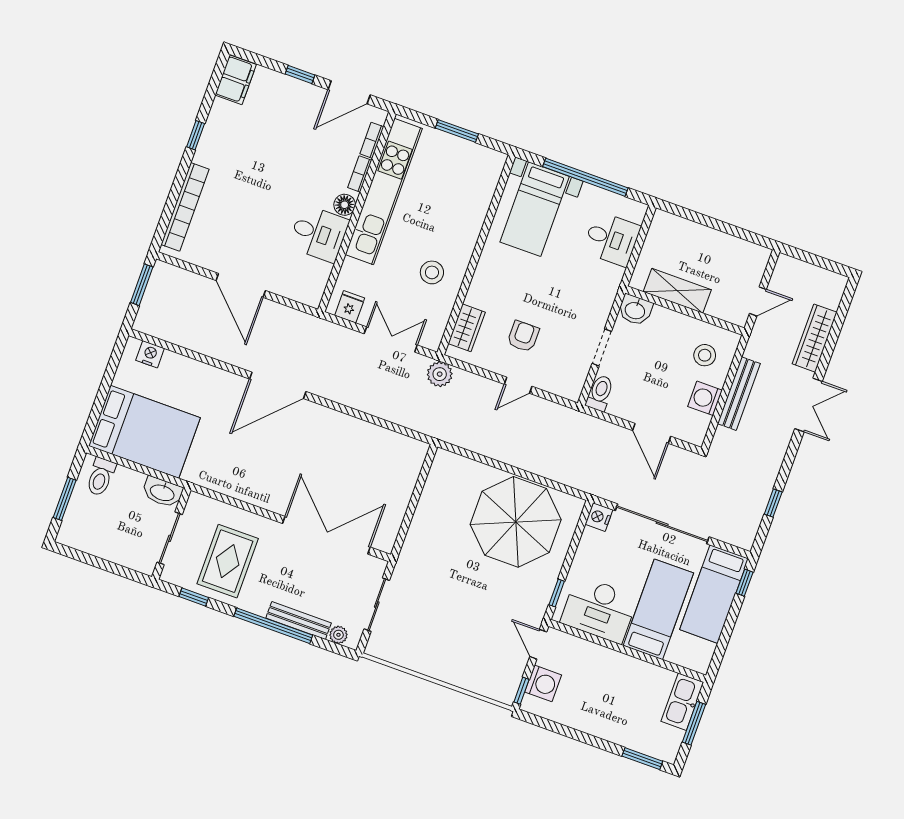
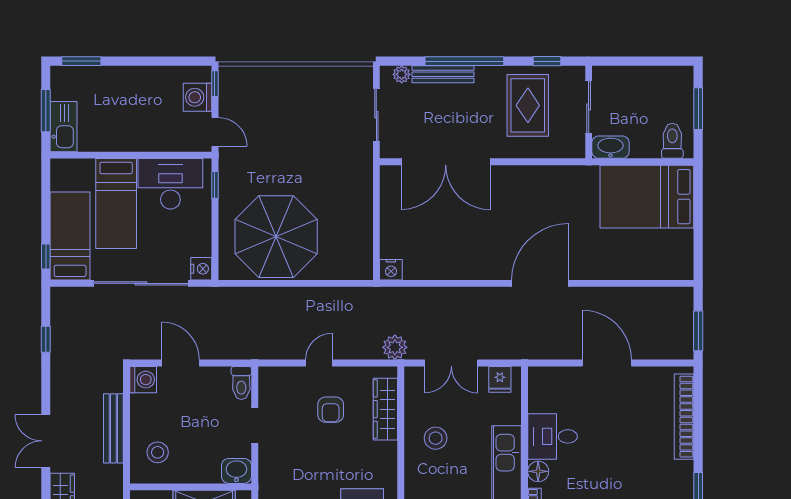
wardrobe: (467, 328) -> (385, 409), width x1.50
nightstand: (150, 354) -> (391, 270), moved
washing machine: (705, 398) -> (143, 380), moved

